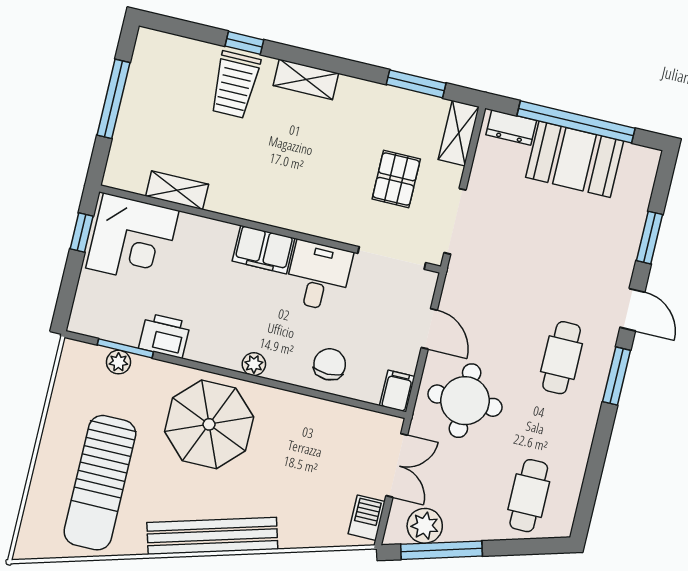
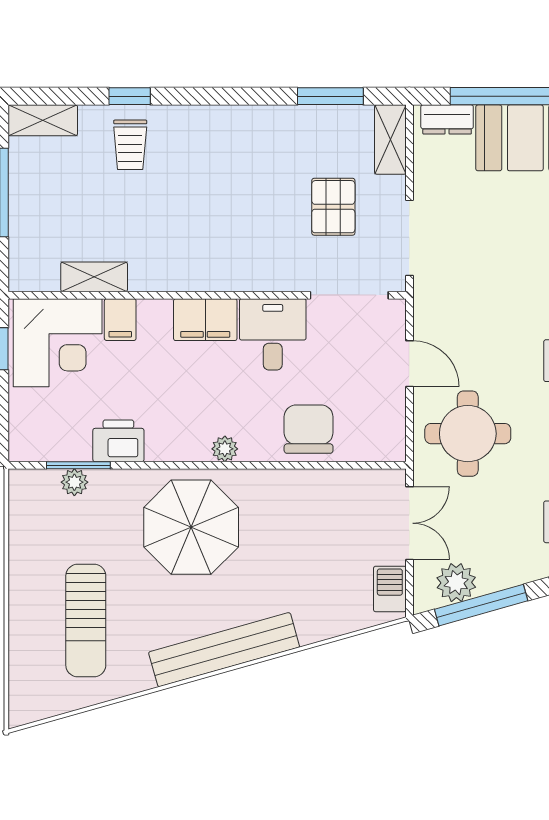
shelving: (306, 79) -> (43, 120), moved
trolley: (235, 85) -> (130, 145), width x0.73, depth x0.72
chair: (330, 364) -> (309, 429), width x1.37, depth x1.37
filing cabinet: (397, 391) -> (120, 320), moved, turned 180
sun lounger: (100, 483) -> (86, 620), width x0.73, depth x0.75

